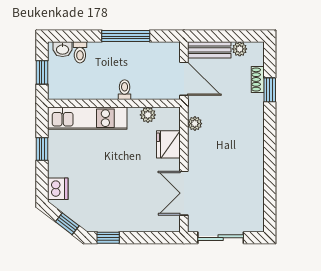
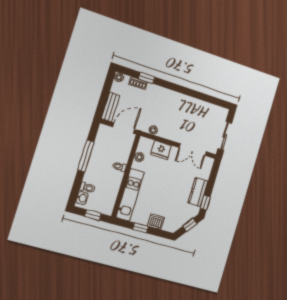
plant: (240, 49) -> (119, 77), moved
dishwasher: (58, 189) -> (156, 222), moved
kitchen counter: (121, 221) -> (198, 192), added

